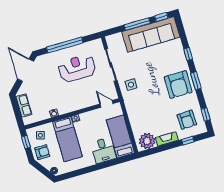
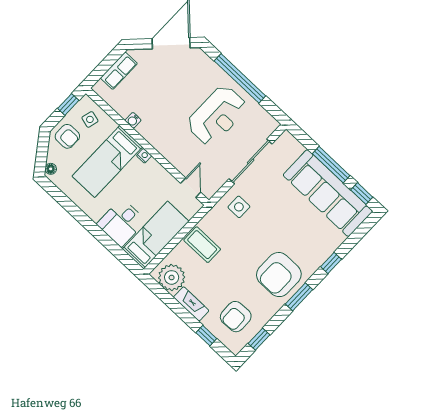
reception desk: (77, 68) -> (217, 115), turned 90
coffee table: (139, 115) -> (202, 245), added

